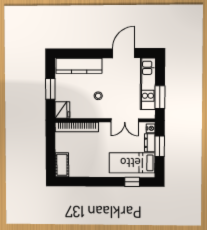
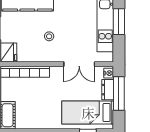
window: (160, 97) -> (119, 22), moved
window: (160, 146) -> (119, 93), width x1.44

